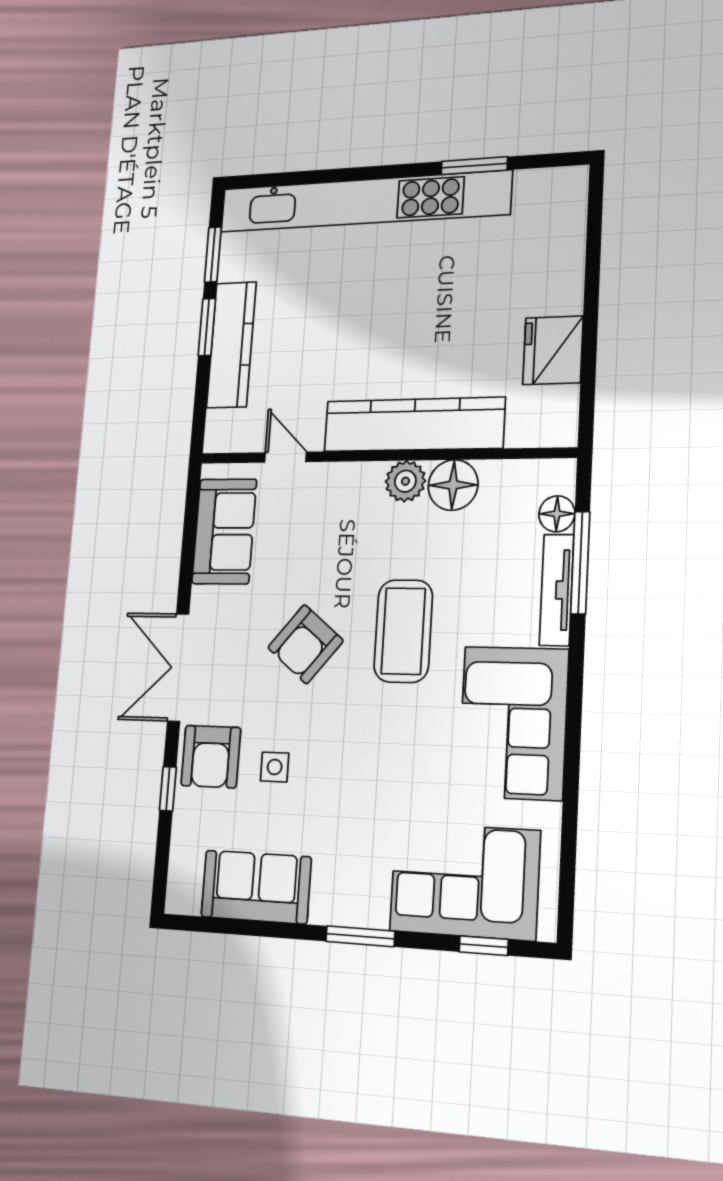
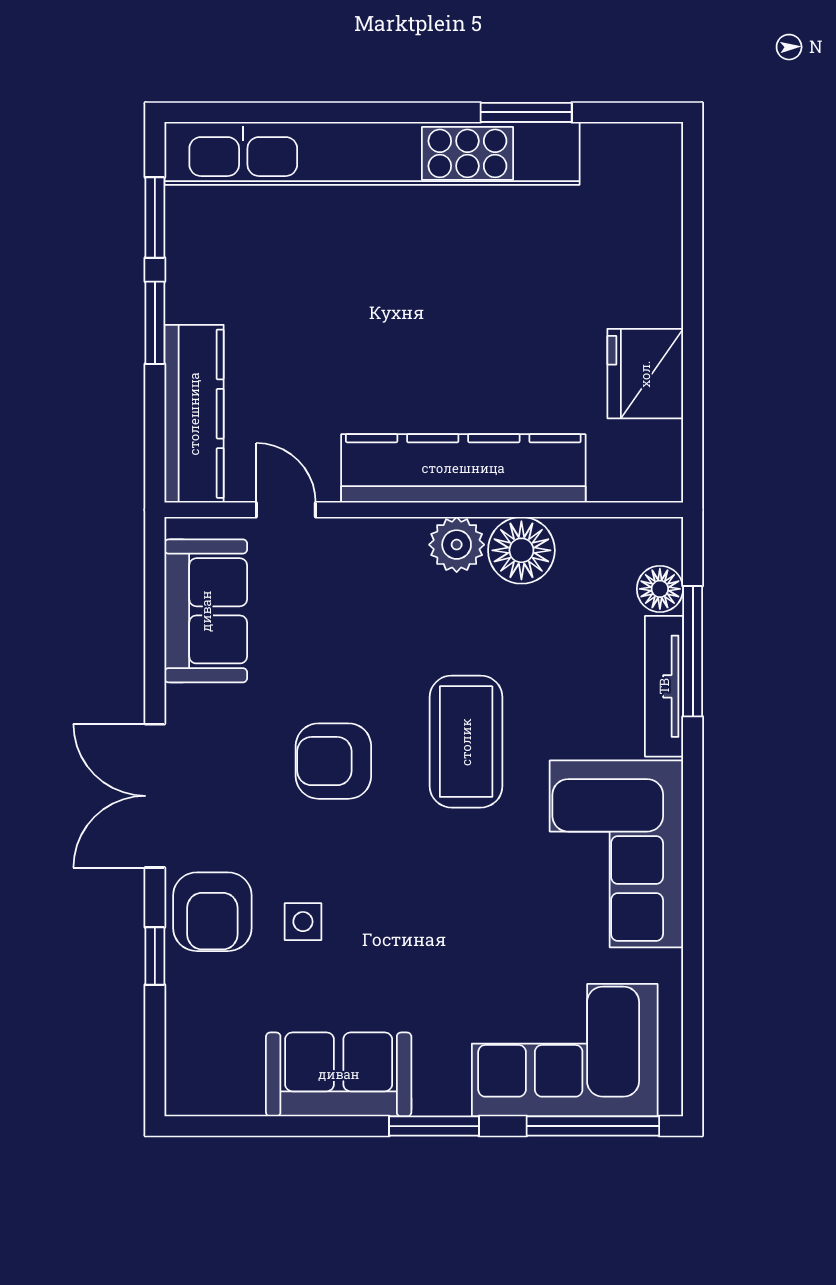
kitchen counter: (231, 345) -> (194, 414), moved
armchair: (305, 644) -> (333, 761), turned 51
sofa: (256, 887) -> (339, 1074), moved
window: (484, 946) -> (593, 1126), width x2.17

